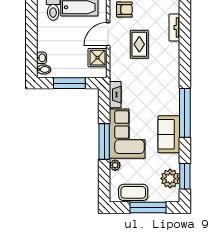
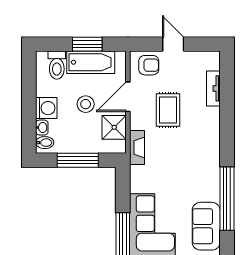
stool: (75, 40) -> (86, 104), added
washing machine: (45, 43) -> (46, 108), added
fireplace: (115, 95) -> (137, 148), moved

